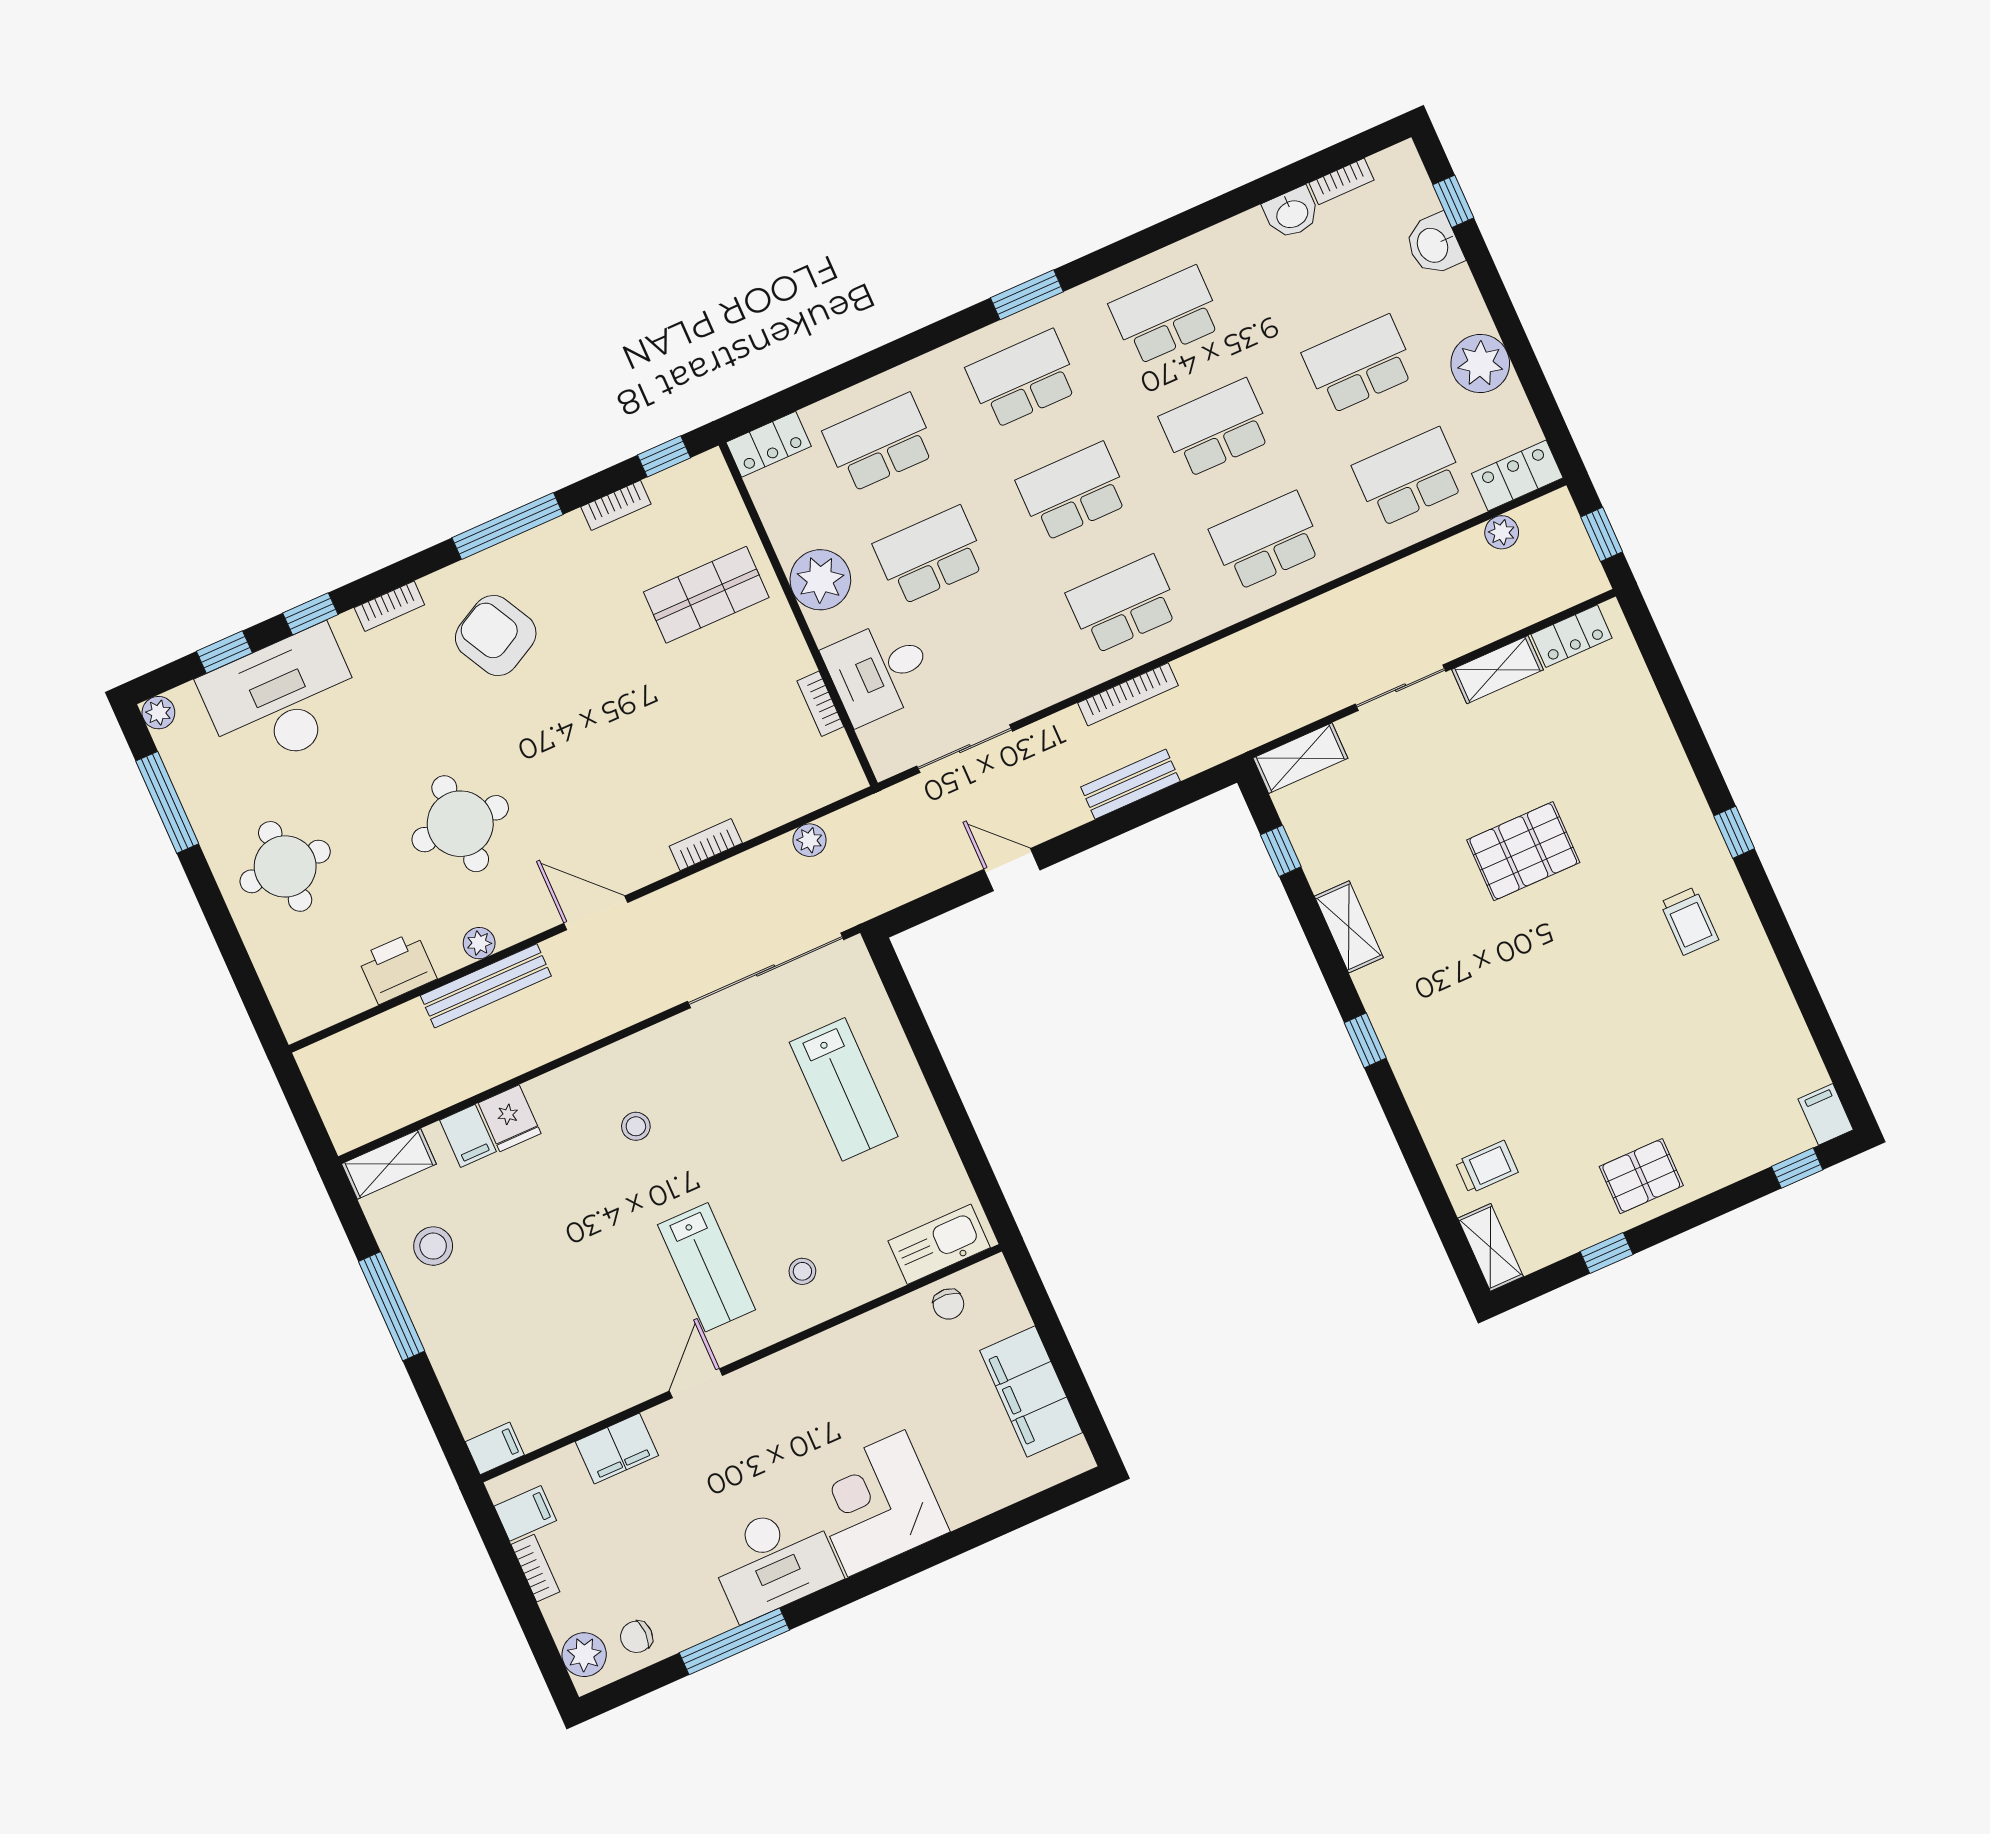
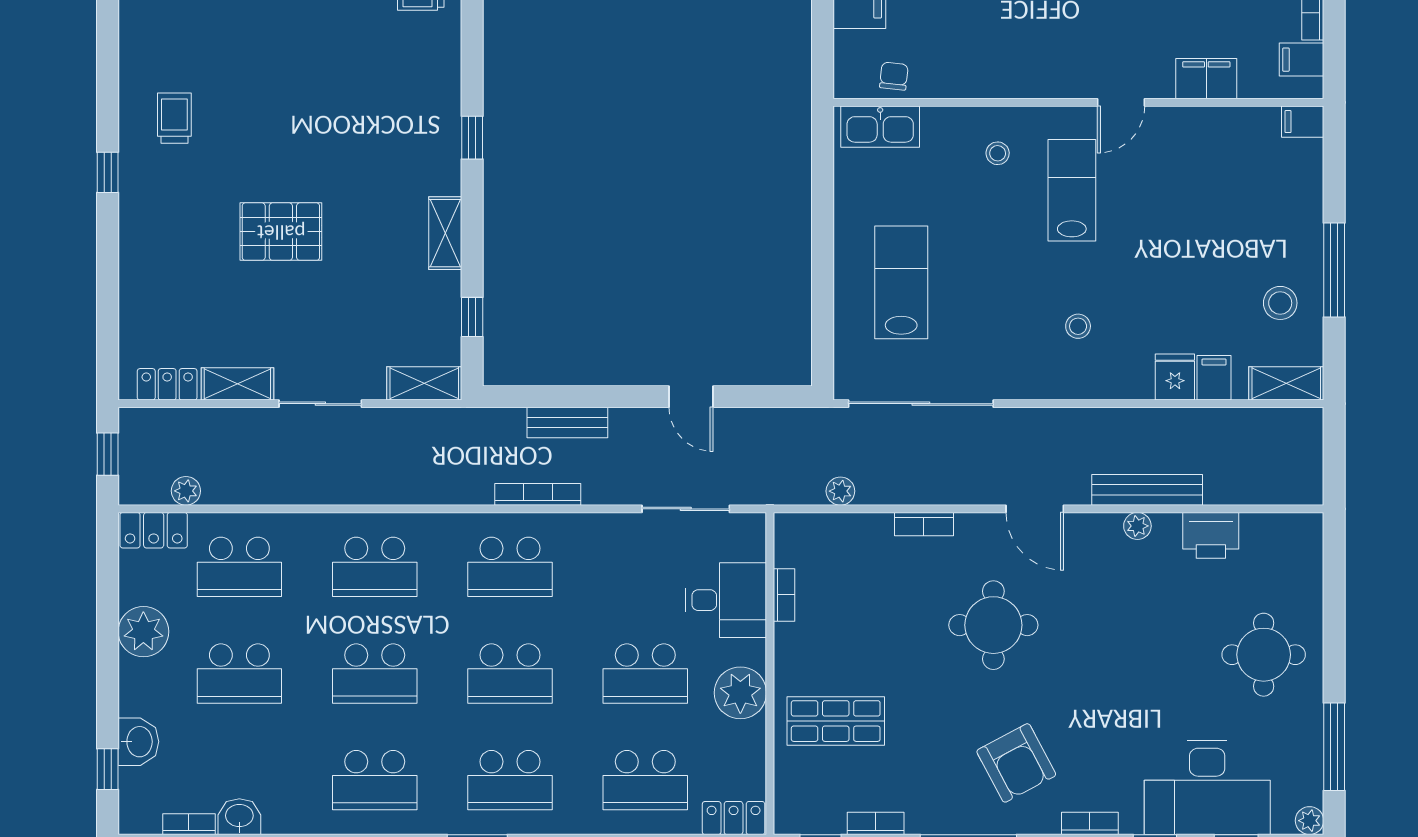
round table: (460, 824) -> (993, 625), moved

